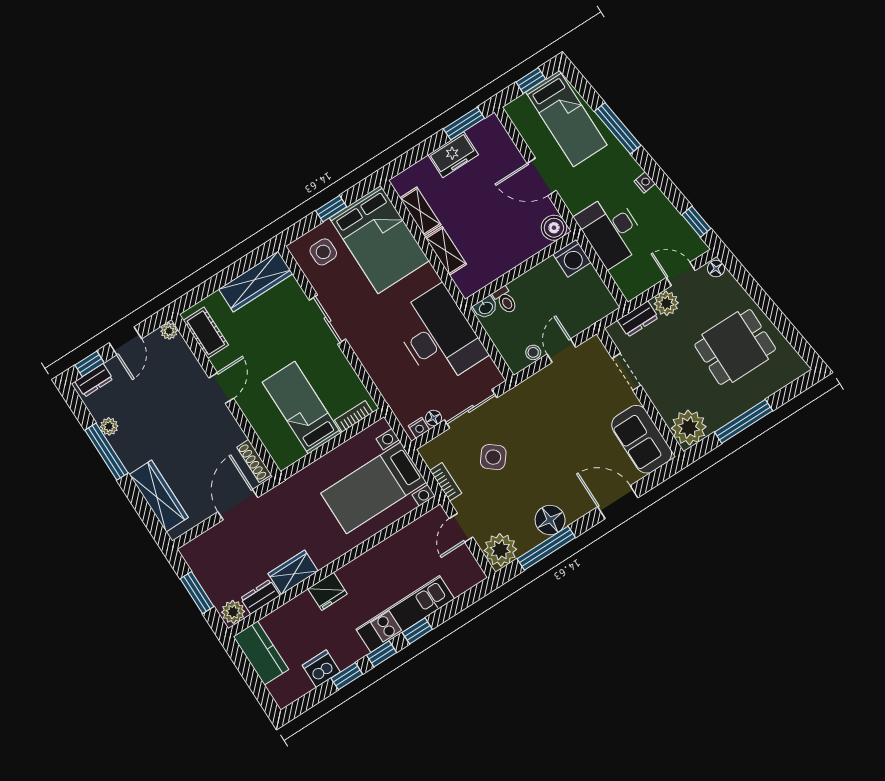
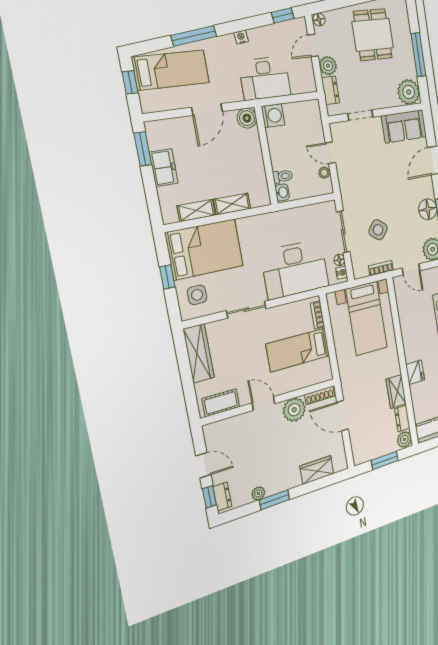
plant: (169, 331) -> (294, 410), moved, width x1.88, depth x1.88
desk: (439, 336) -> (295, 269), moved, turned 180
window: (106, 452) -> (274, 500), width x0.69
wardrobe: (159, 496) -> (317, 470), width x0.67

